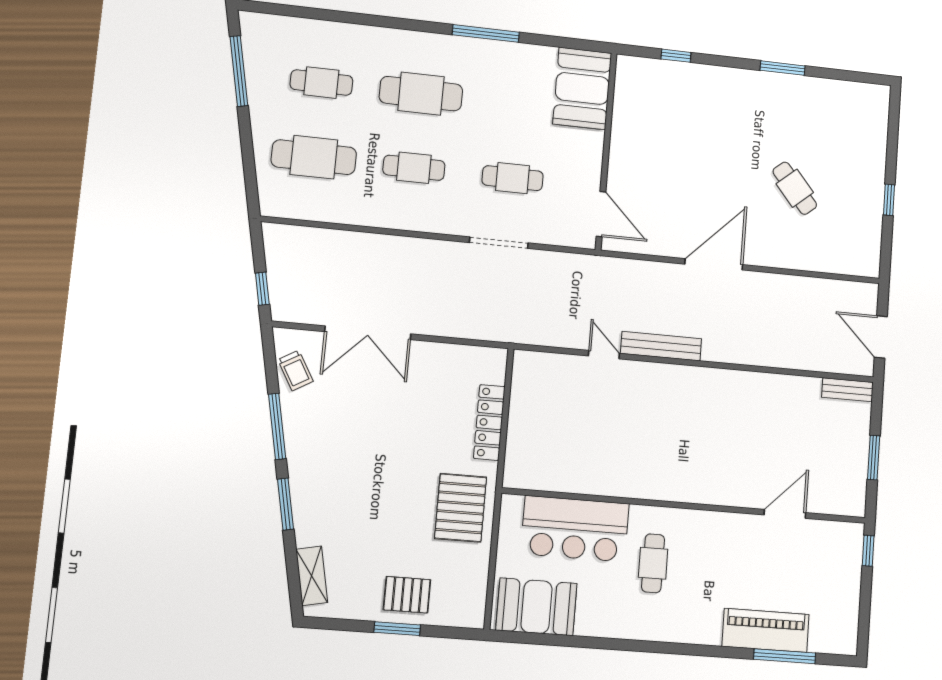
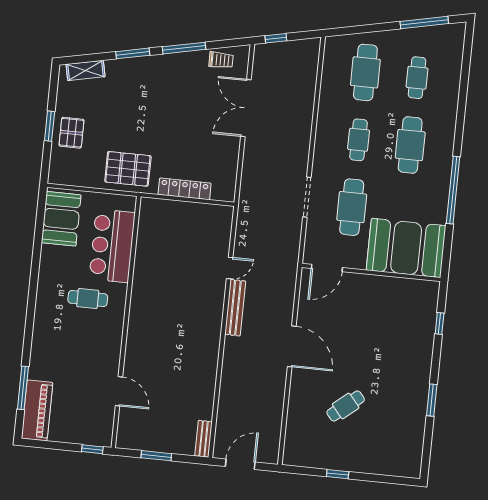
window: (486, 33) -> (453, 190), width x1.46
booth: (582, 88) -> (406, 248), width x1.36, depth x1.42
cafe table: (513, 178) -> (352, 207), width x1.37, depth x1.35
trolley: (295, 370) -> (221, 60), turned -150
piano: (766, 630) -> (37, 410), moved

